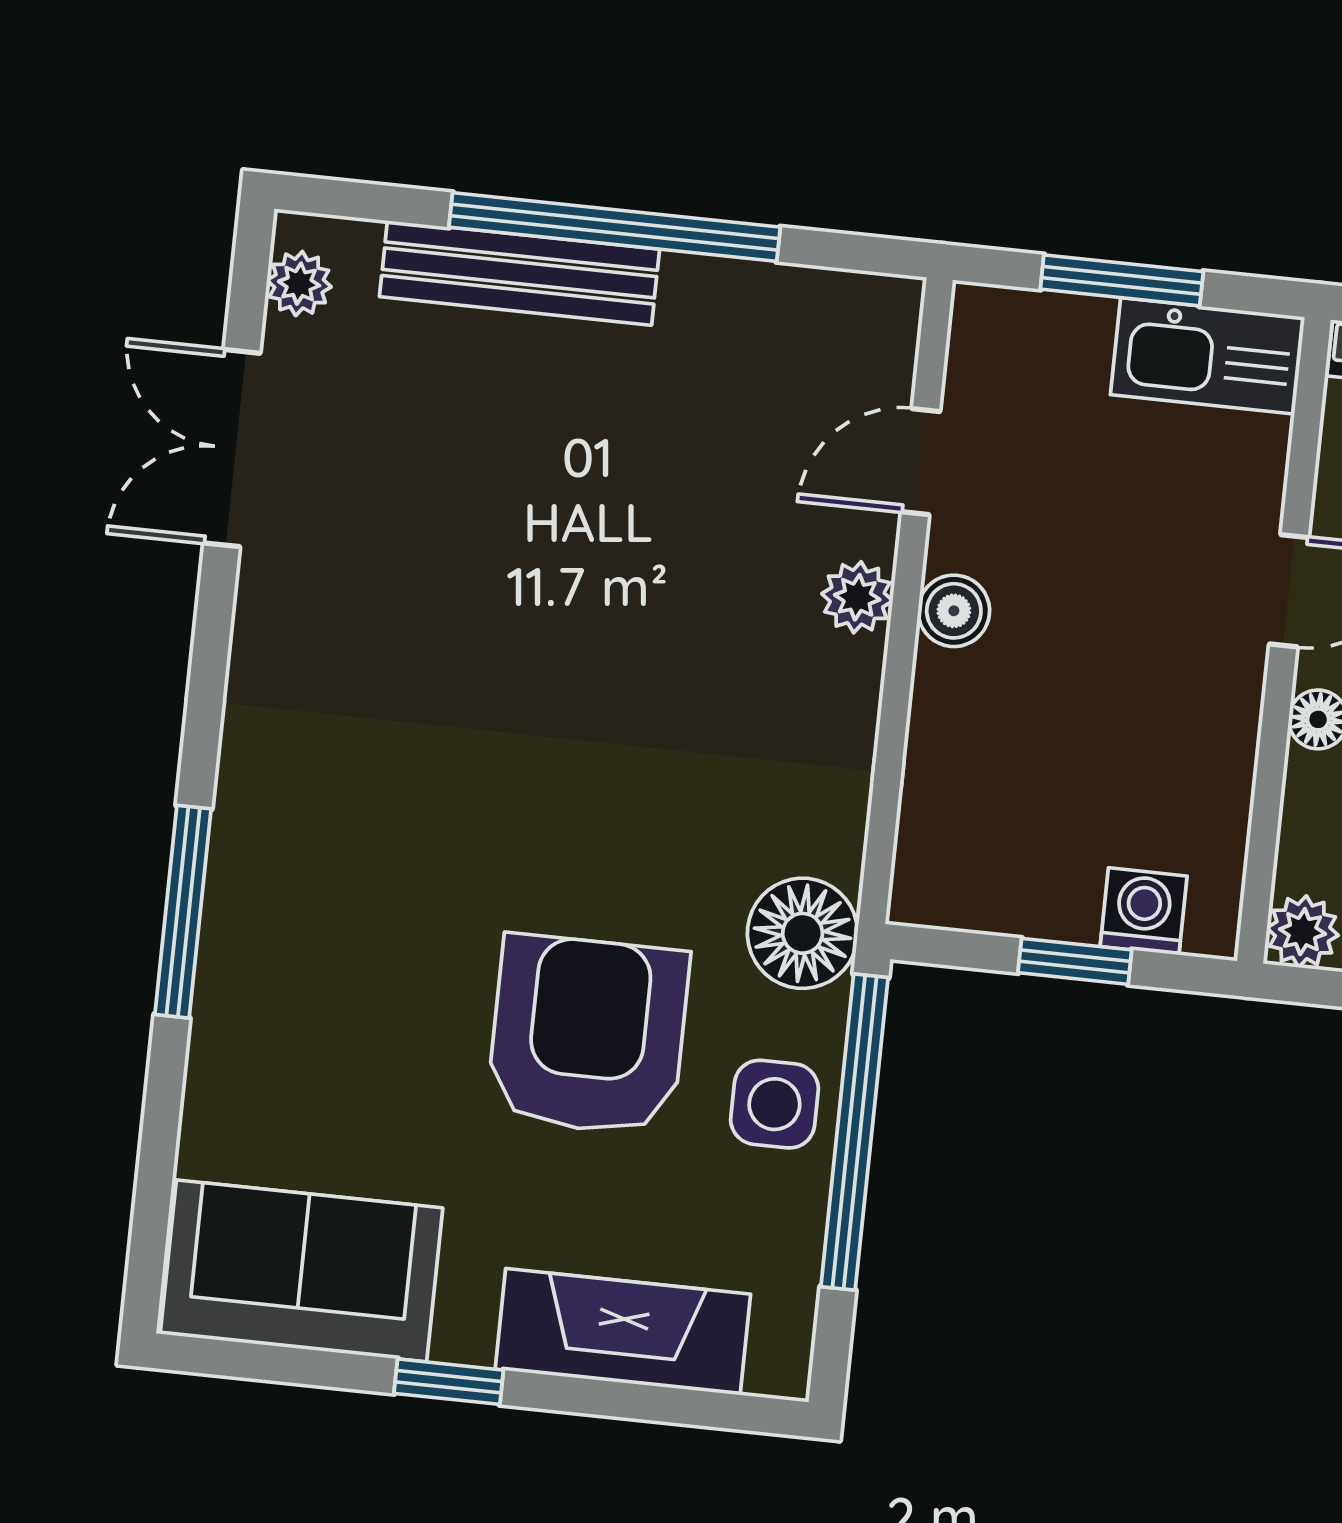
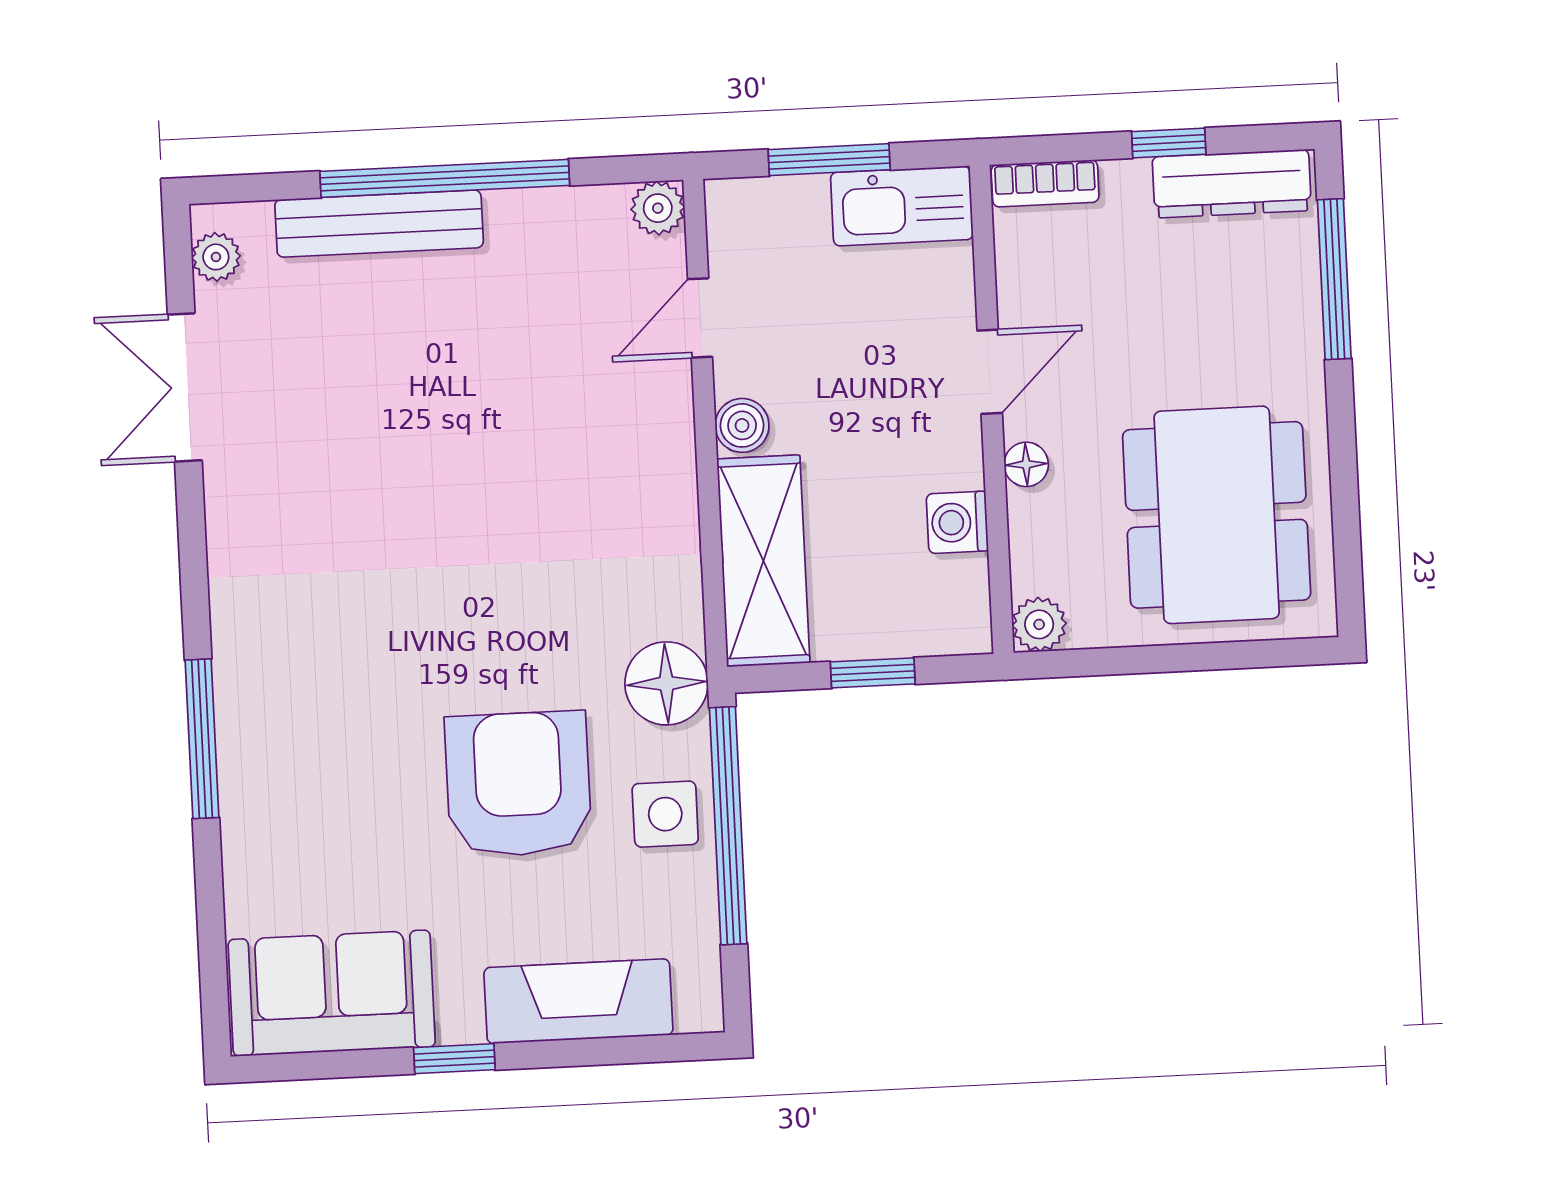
plant: (857, 597) -> (658, 208), moved
shelving: (954, 793) -> (763, 561), added
washing machine: (1144, 911) -> (957, 522), moved, turned -90

